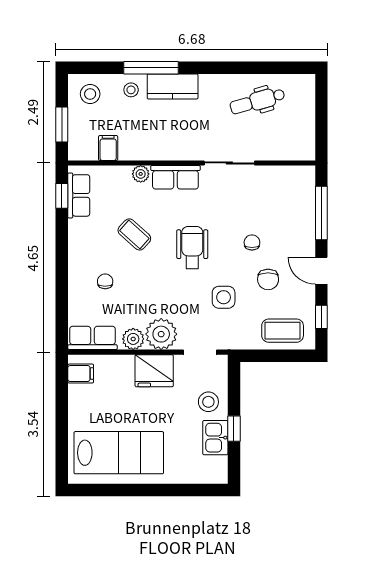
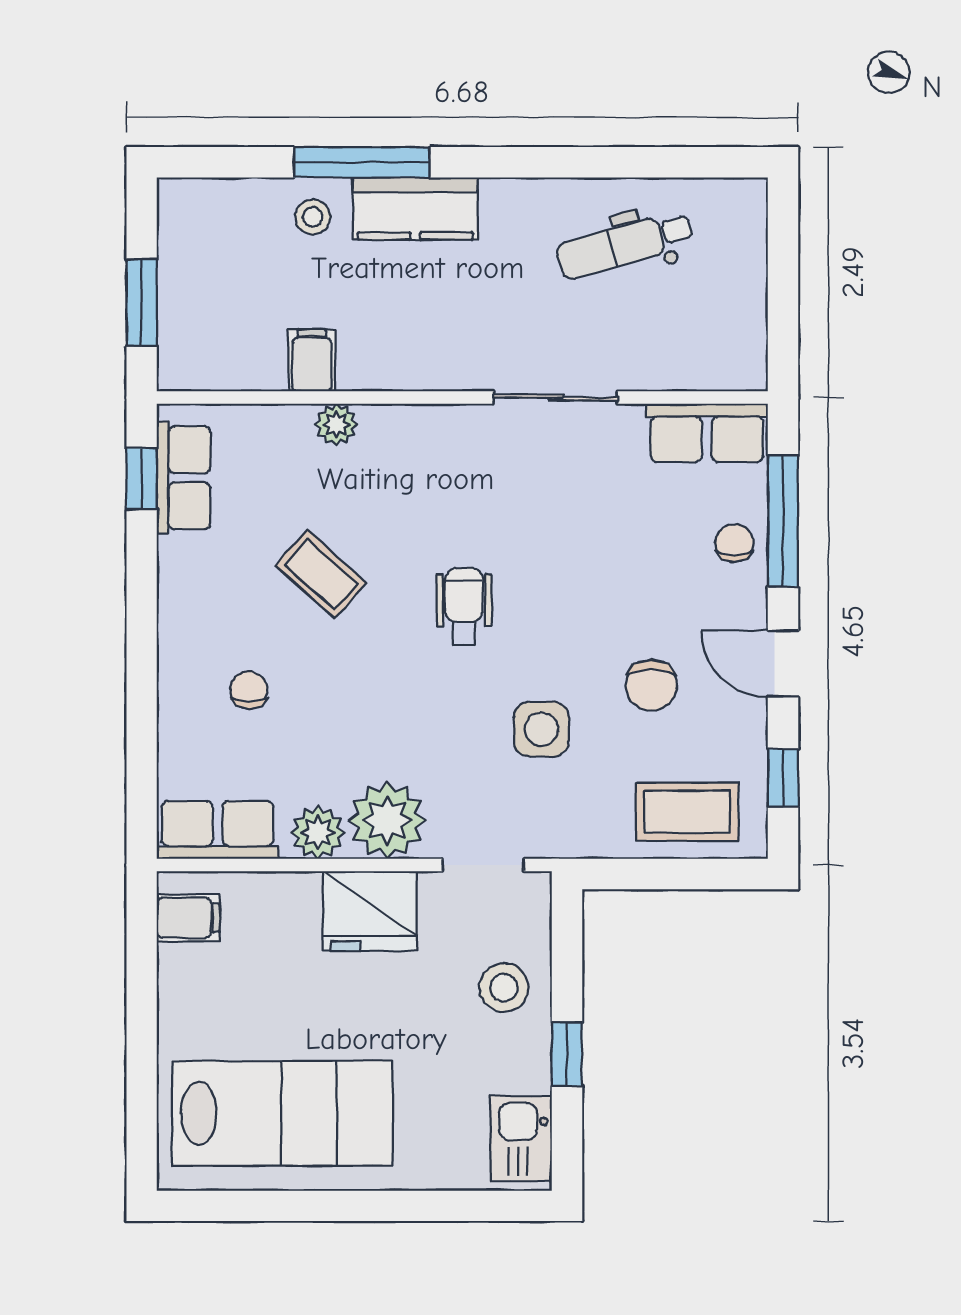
stool: (90, 94) -> (212, 227), removed
filing cabinet: (108, 148) -> (312, 360), moved
row of seats: (175, 177) -> (707, 433), moved
chair: (252, 242) -> (734, 543), moved
wheelchair: (192, 248) -> (464, 606), width x0.73, depth x0.73
kitchen sink: (215, 438) -> (521, 1139), moved

